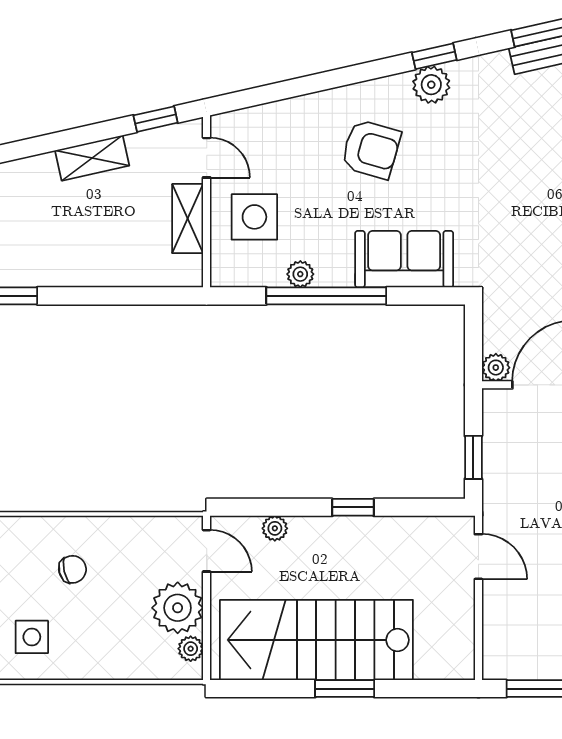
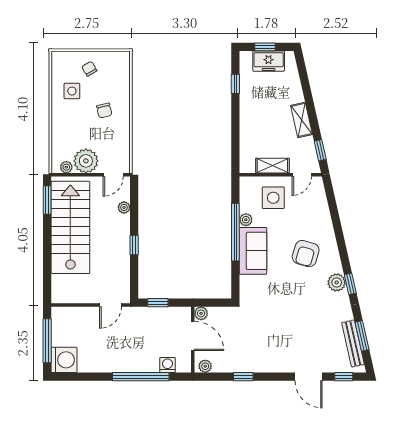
sofa: (404, 259) -> (253, 251), moved
window: (345, 689) -> (47, 200), moved

